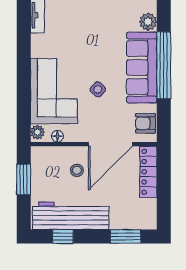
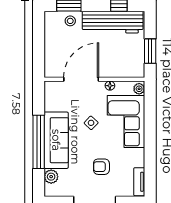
armchair: (145, 123) -> (101, 167), moved, turned 180
floor lamp: (57, 136) -> (110, 86), moved
stool: (77, 170) -> (70, 21), moved
locker: (148, 172) -> (51, 57), removed

